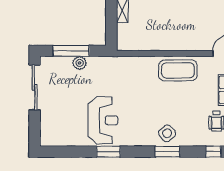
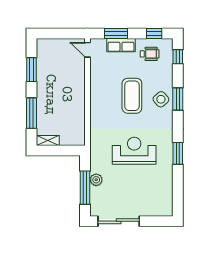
coffee table: (178, 70) -> (132, 96), moved
reception desk: (103, 120) -> (134, 151), moved

